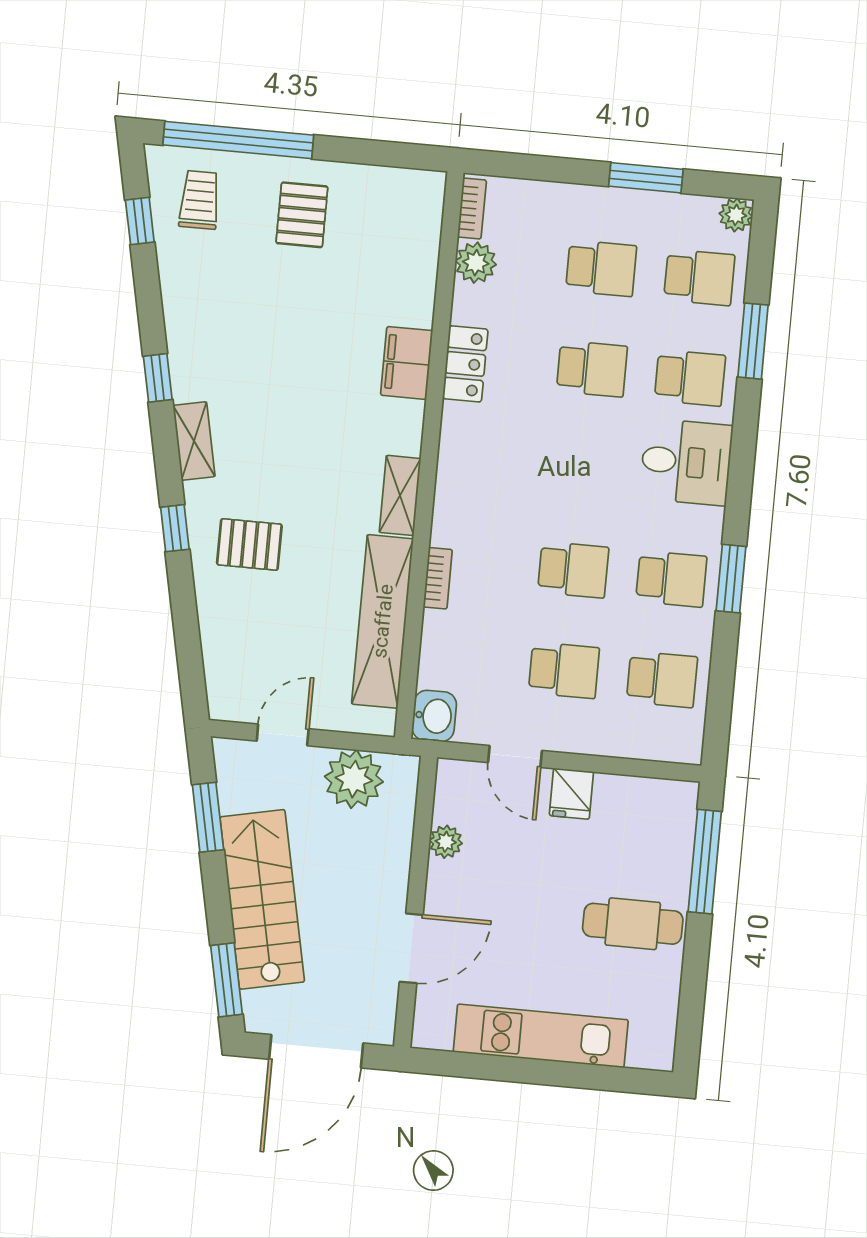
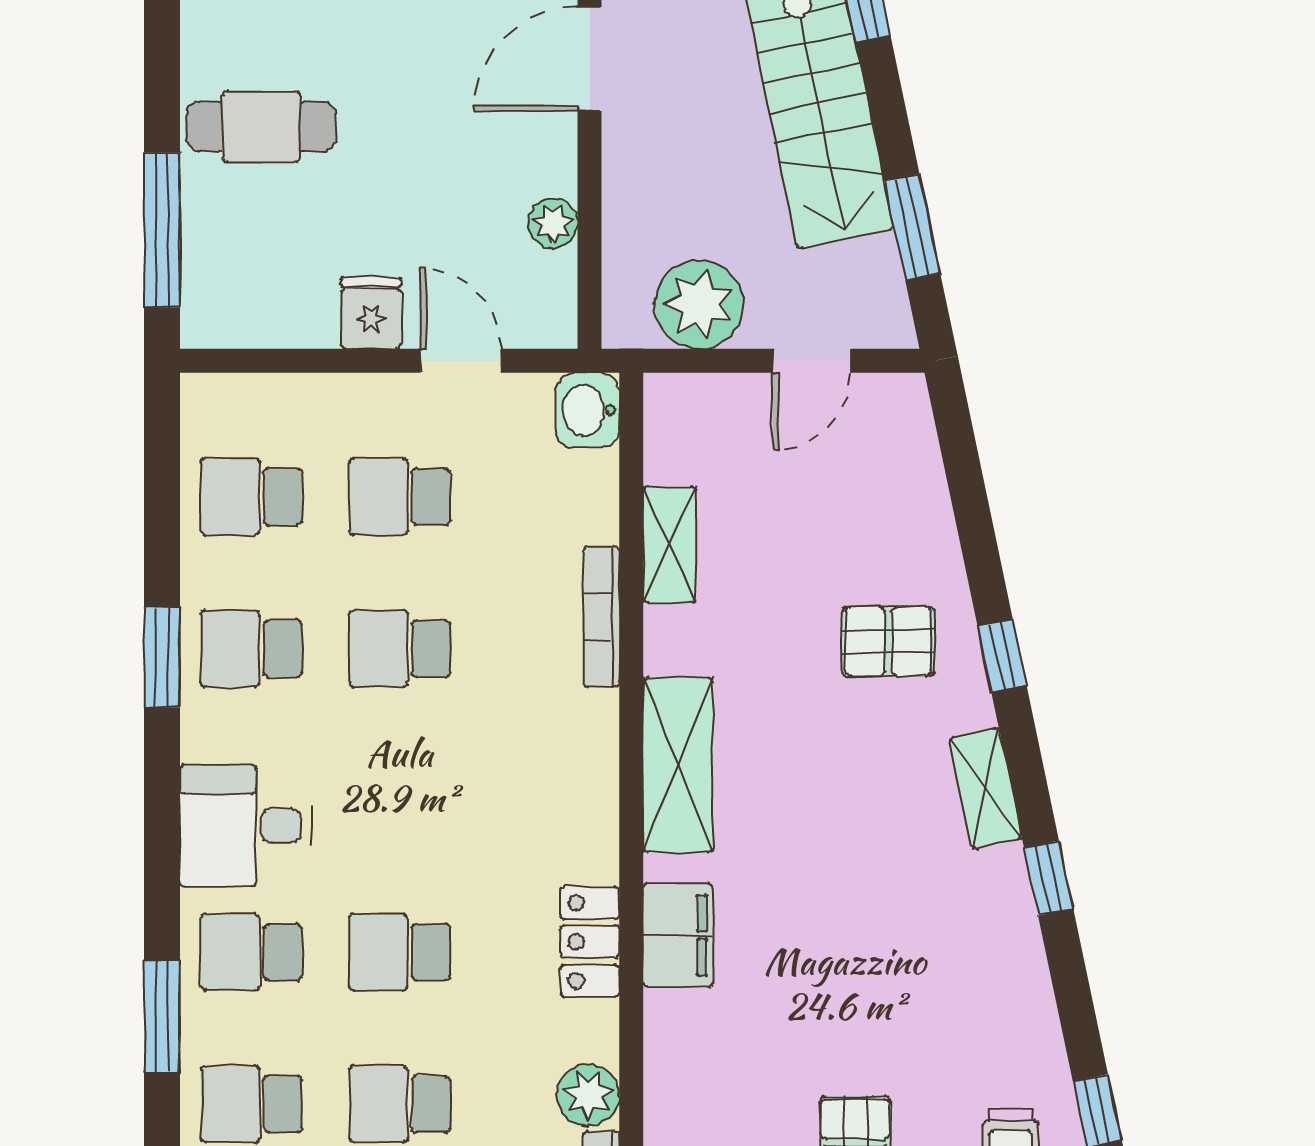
shelving: (400, 495) -> (678, 765), width x1.50, depth x1.33
bookcase: (438, 578) -> (601, 617), width x1.56
shelving: (383, 621) -> (669, 545), width x0.45, depth x0.75

